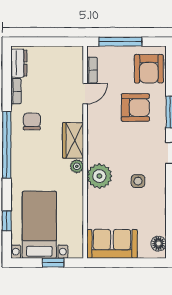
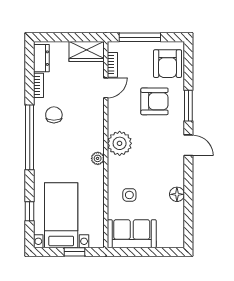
wardrobe: (73, 140) -> (87, 52), moved, turned -90
plant: (99, 176) -> (120, 143), moved
side table: (138, 181) -> (129, 195), moved
floor lamp: (159, 244) -> (177, 194), moved

